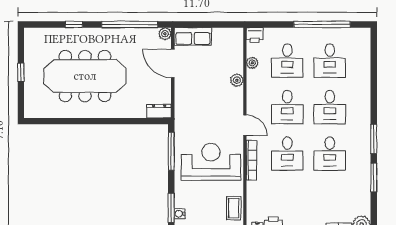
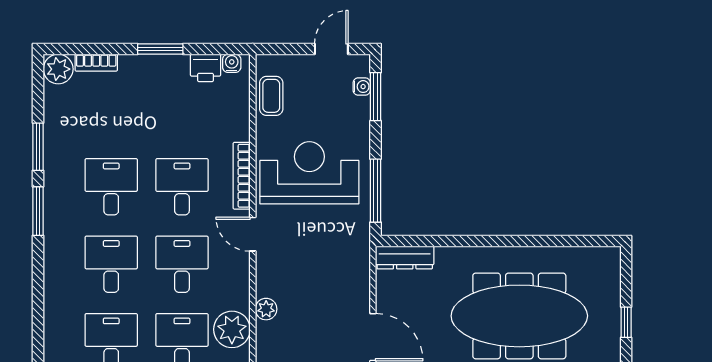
plant: (252, 63) -> (232, 329), width x1.87, depth x1.87
dresser: (159, 111) -> (405, 257), width x1.44
reception desk: (211, 162) -> (309, 173), turned 180

